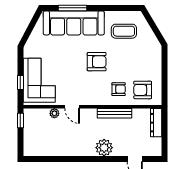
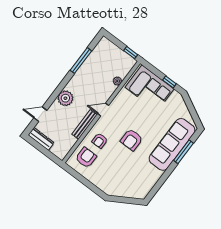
coffee table: (124, 31) -> (139, 176), removed
window: (20, 83) -> (169, 82), moved
door: (72, 107) -> (103, 110), moved
dresser: (156, 123) -> (41, 139), moved
window: (61, 159) -> (81, 61), added

